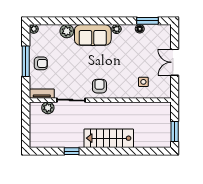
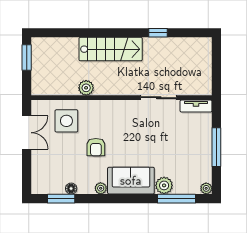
window: (57, 21) -> (177, 199), added
double door: (175, 62) -> (27, 133), moved
armchair: (41, 63) -> (197, 144), removed
side table: (143, 82) -> (66, 121), width x1.87, depth x1.87
armchair: (99, 86) -> (96, 147), moved
plant: (48, 108) -> (86, 88), moved

